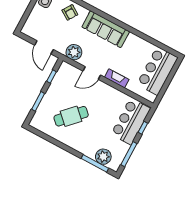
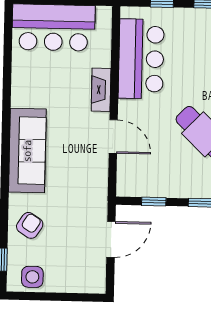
plant: (74, 52) -> (93, 184), removed
bar counter: (131, 121) -> (141, 59), moved, turned -90

